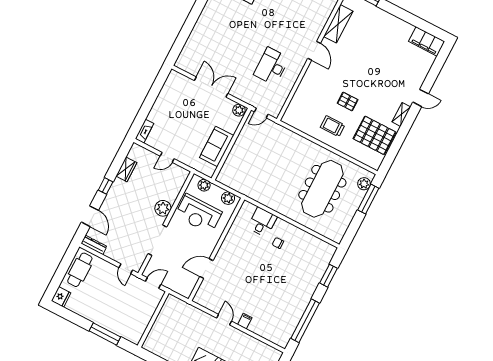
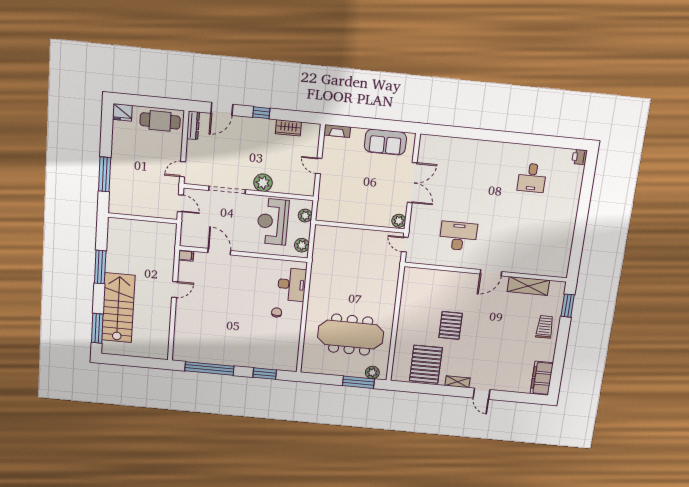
pallet: (348, 101) -> (451, 325), width x1.50, depth x1.42
trolley: (332, 126) -> (545, 327), moved
sofa: (217, 146) -> (385, 142), moved, turned 180
desk: (262, 222) -> (292, 284), width x1.37
filing cabinet: (245, 321) -> (186, 256), moved

